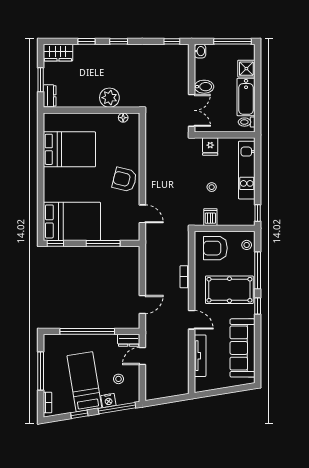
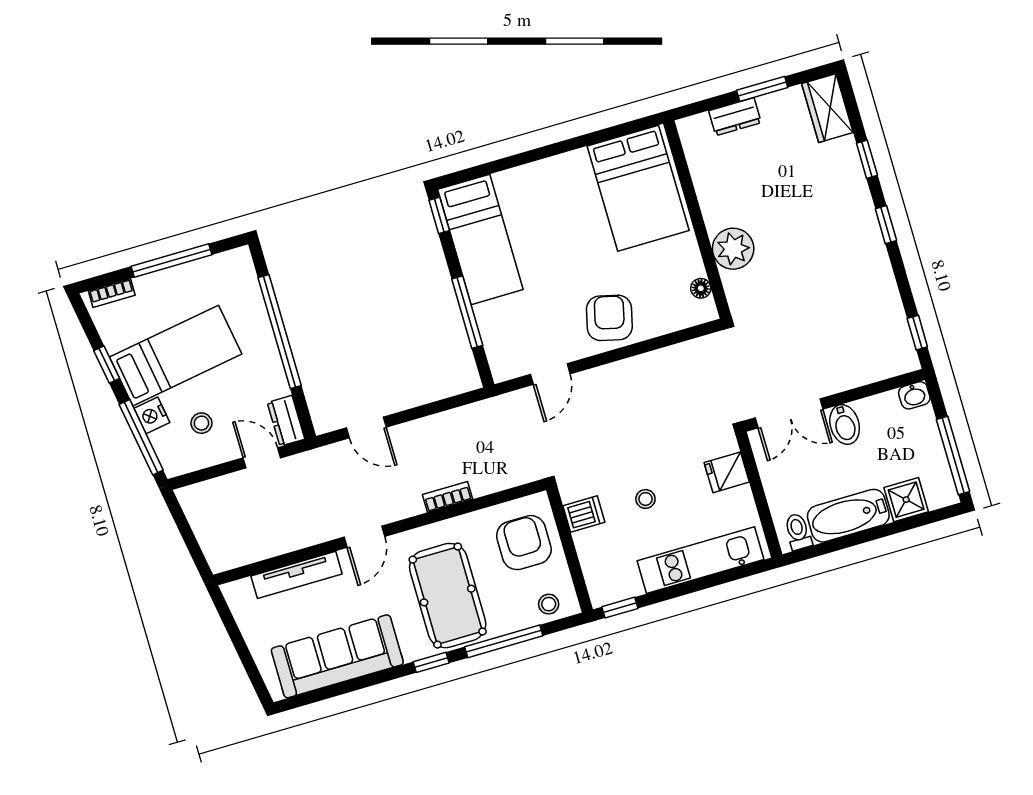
plant: (109, 98) -> (733, 249), moved
wall: (91, 110) -> (697, 220), moved
floor lamp: (123, 118) -> (701, 288), moved
bed: (72, 221) -> (480, 239), width x0.67

